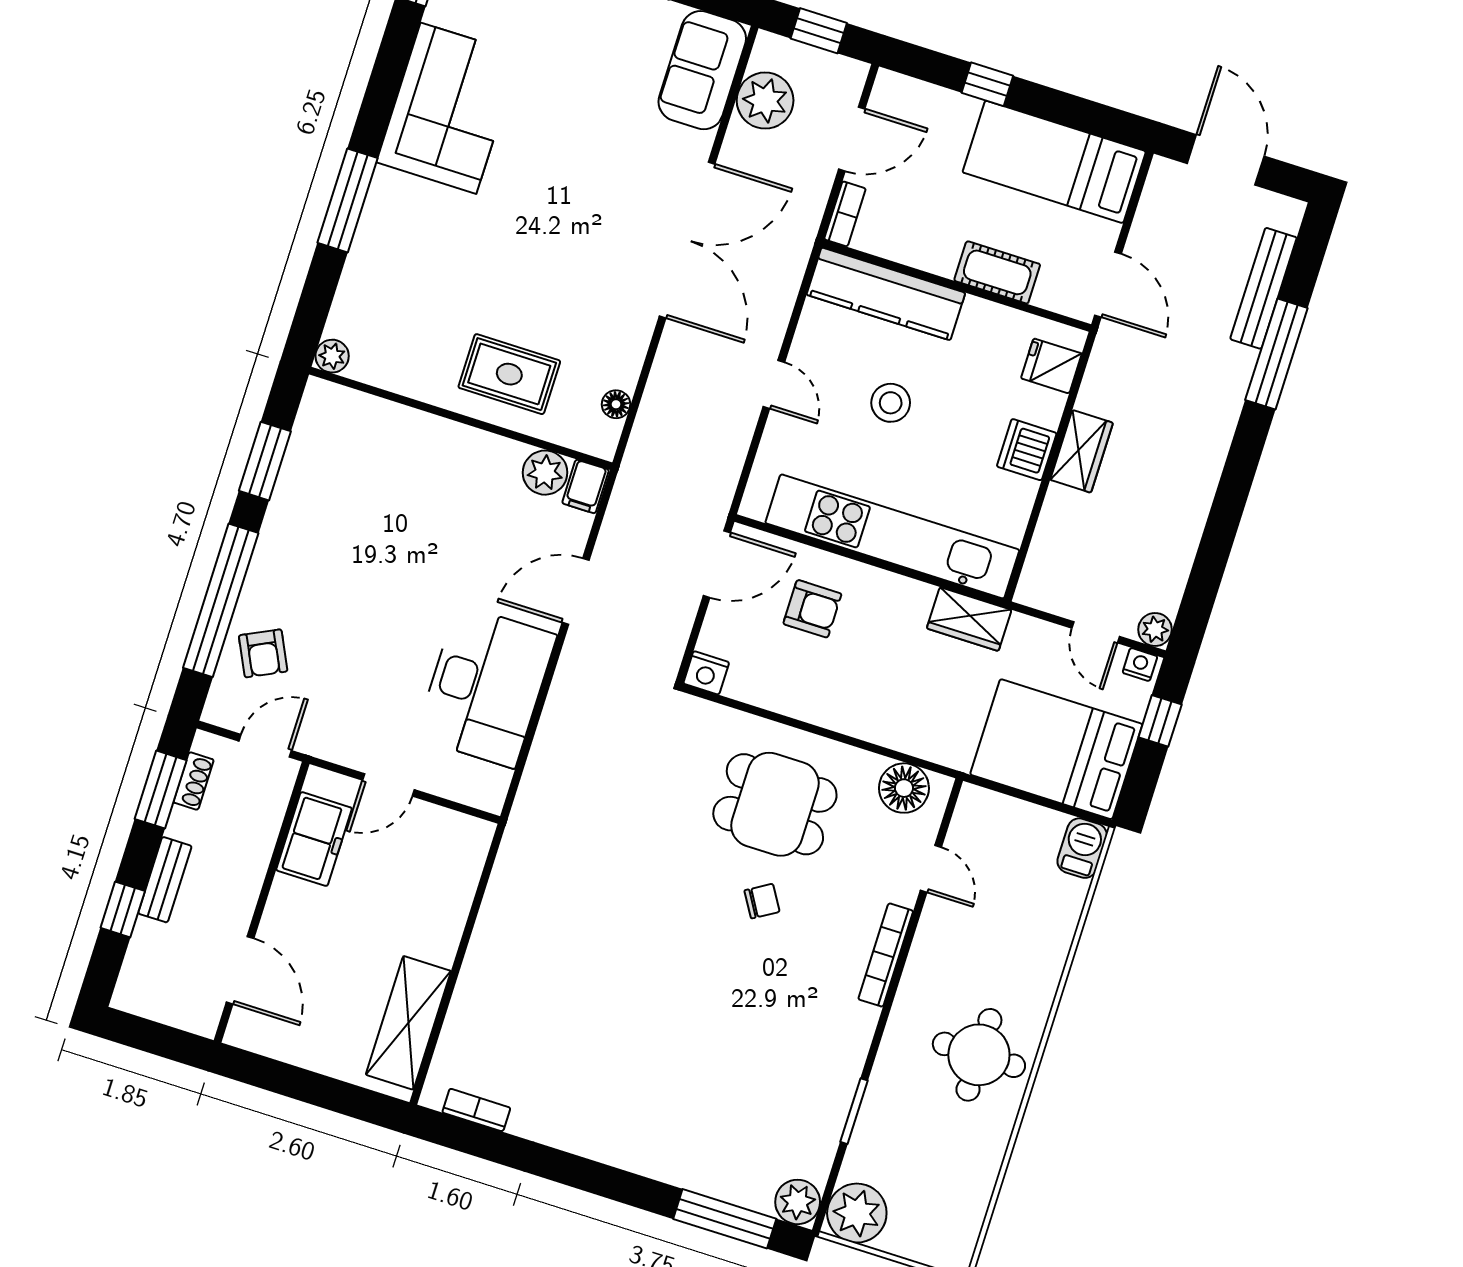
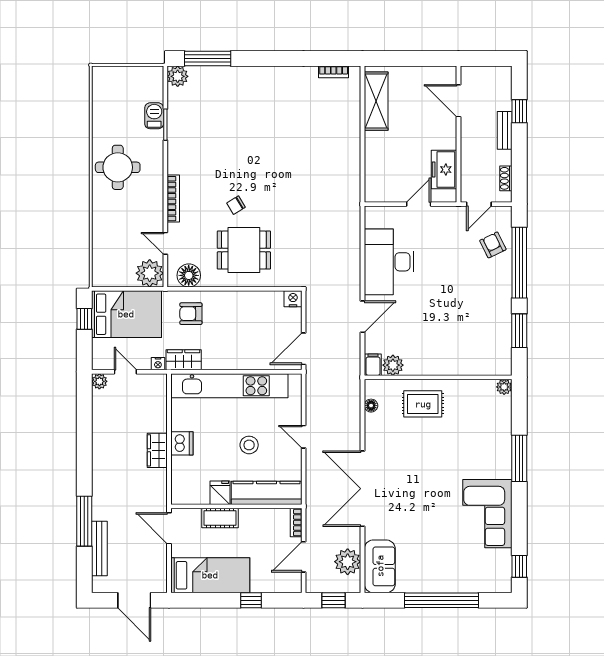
fridge: (1051, 366) -> (220, 493), moved, turned -90
armchair: (812, 609) -> (191, 314), moved
nightstand: (1140, 664) -> (158, 364), moved
window: (1160, 721) -> (84, 319), moved
window: (161, 790) -> (519, 170), removed
barbecue: (1082, 848) -> (154, 116), moved, turned 180
plant: (857, 1213) -> (150, 273), moved

